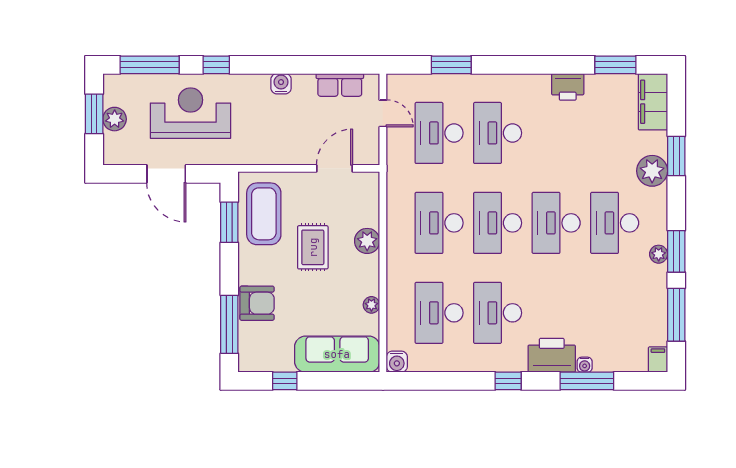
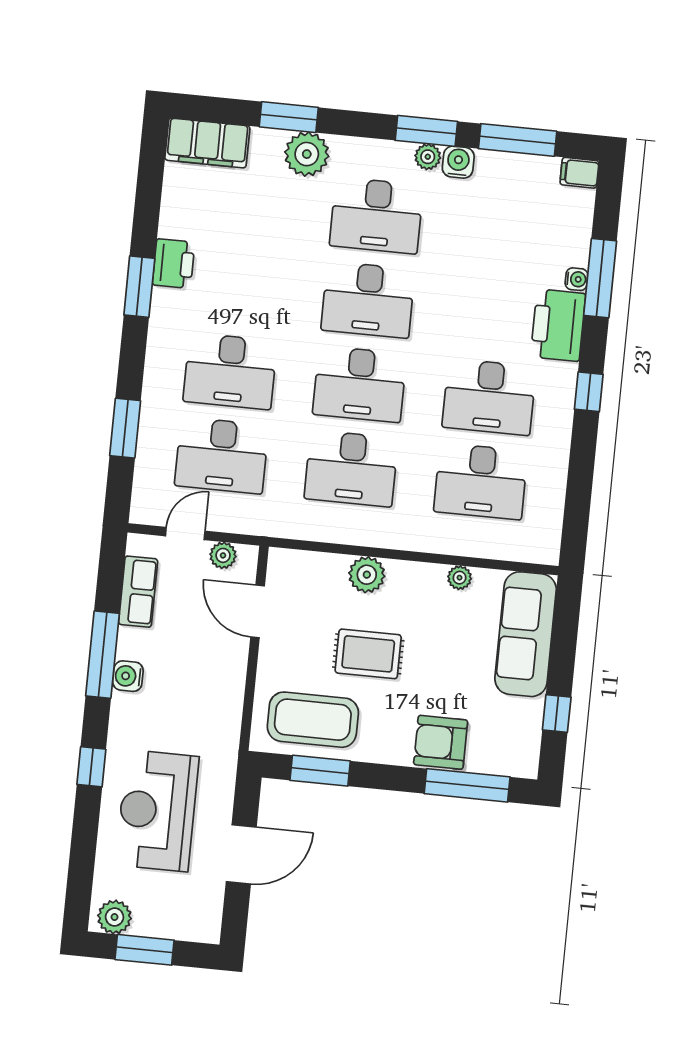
window: (150, 65) -> (103, 655), moved
window: (615, 65) -> (139, 287), moved
plant: (115, 119) -> (114, 917), moved
plant: (371, 141) -> (223, 555), added
armchair: (257, 303) -> (441, 742), turned -90
water cooler: (397, 362) -> (458, 162), moved, turned -90

